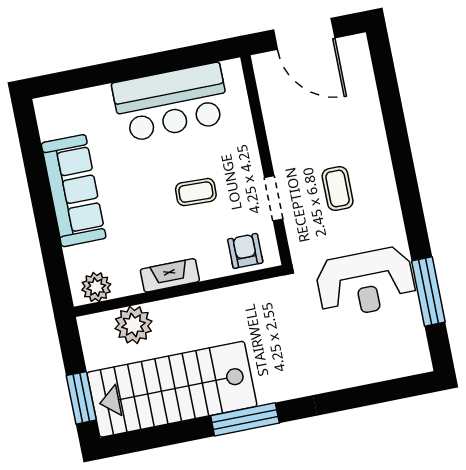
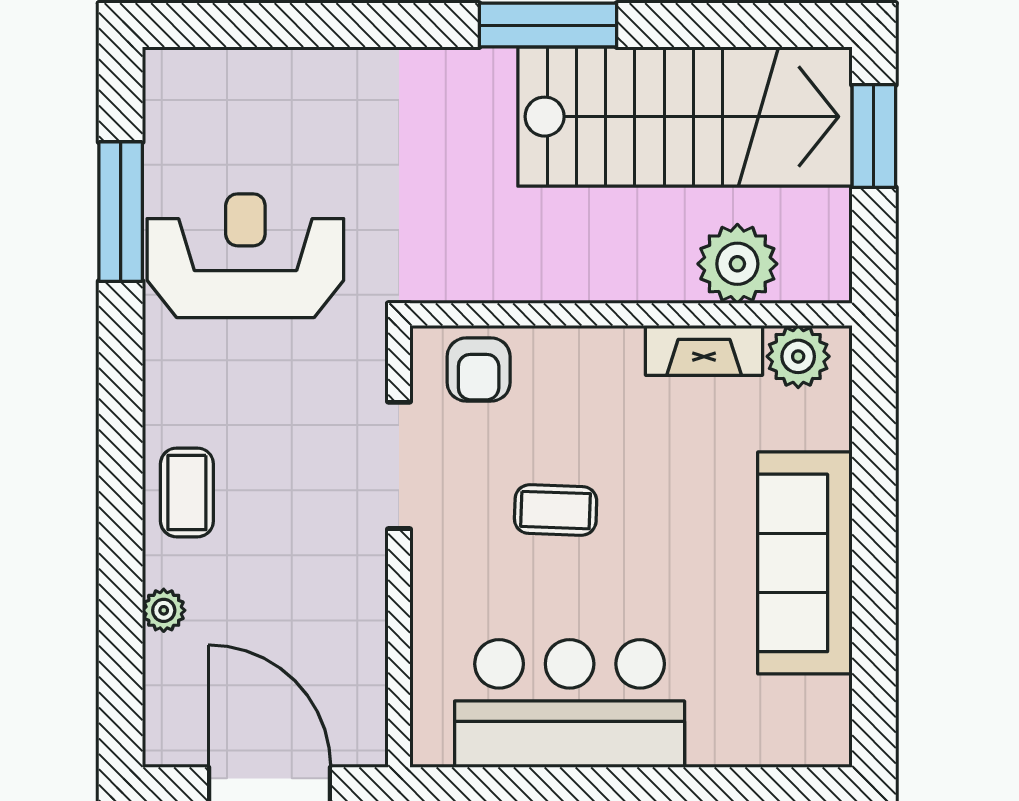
plant: (371, 108) -> (164, 610), added
coffee table: (338, 189) -> (187, 492), moved
doorway: (274, 198) -> (399, 465), width x1.38
fireplace: (170, 275) -> (704, 350), moved

